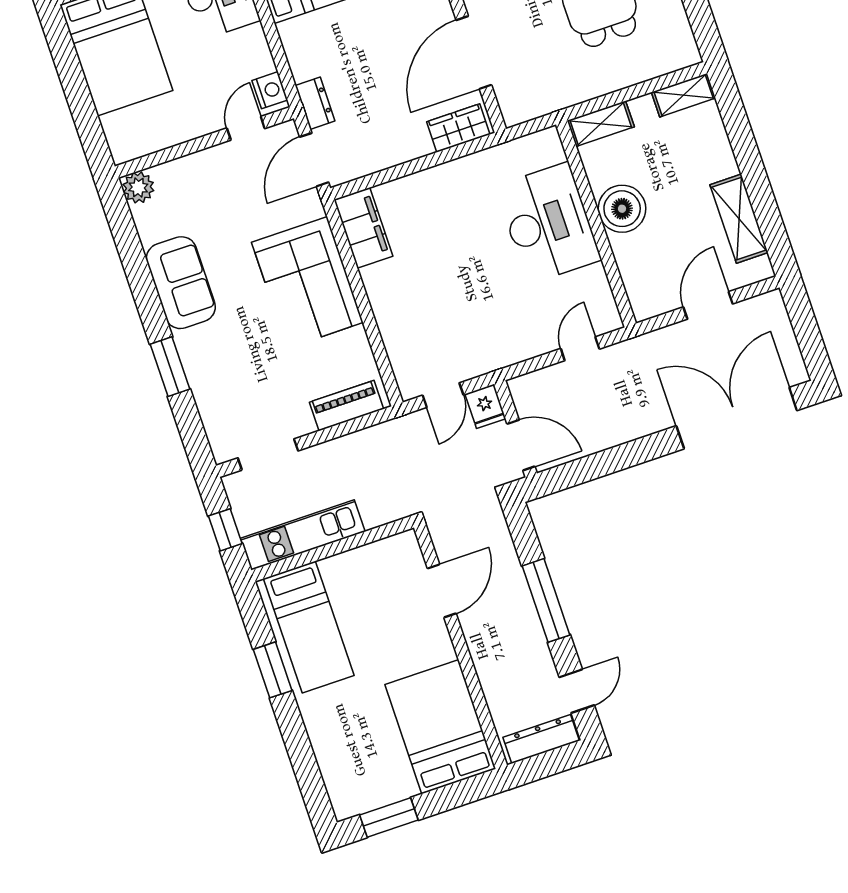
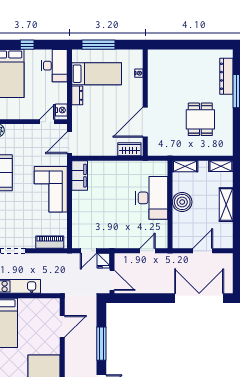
dresser: (315, 103) -> (77, 95), moved
shelving: (739, 219) -> (226, 205), moved

